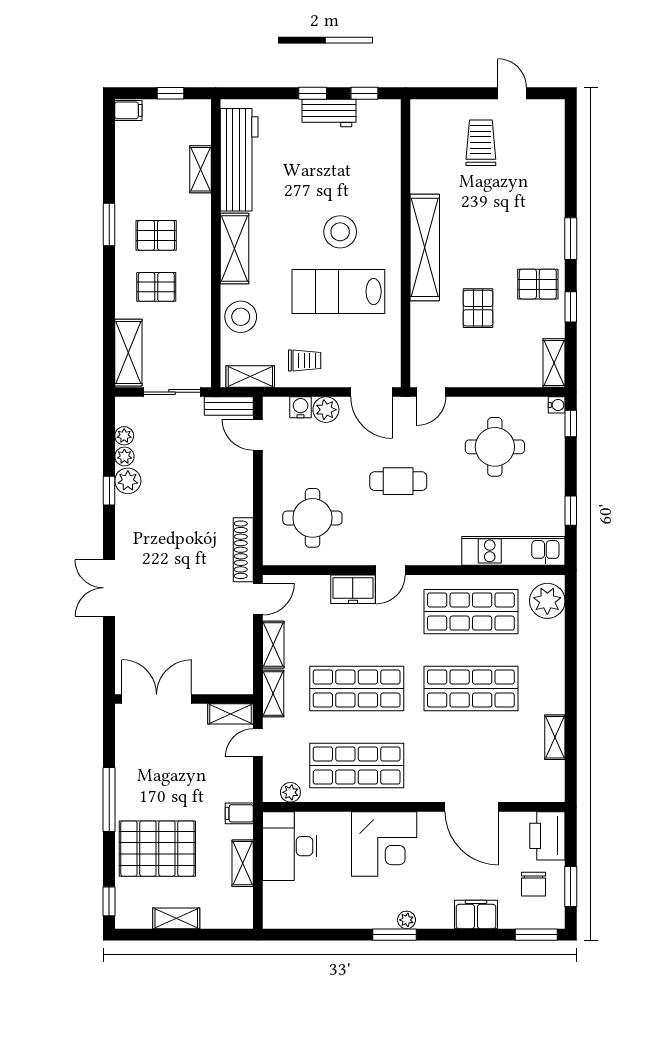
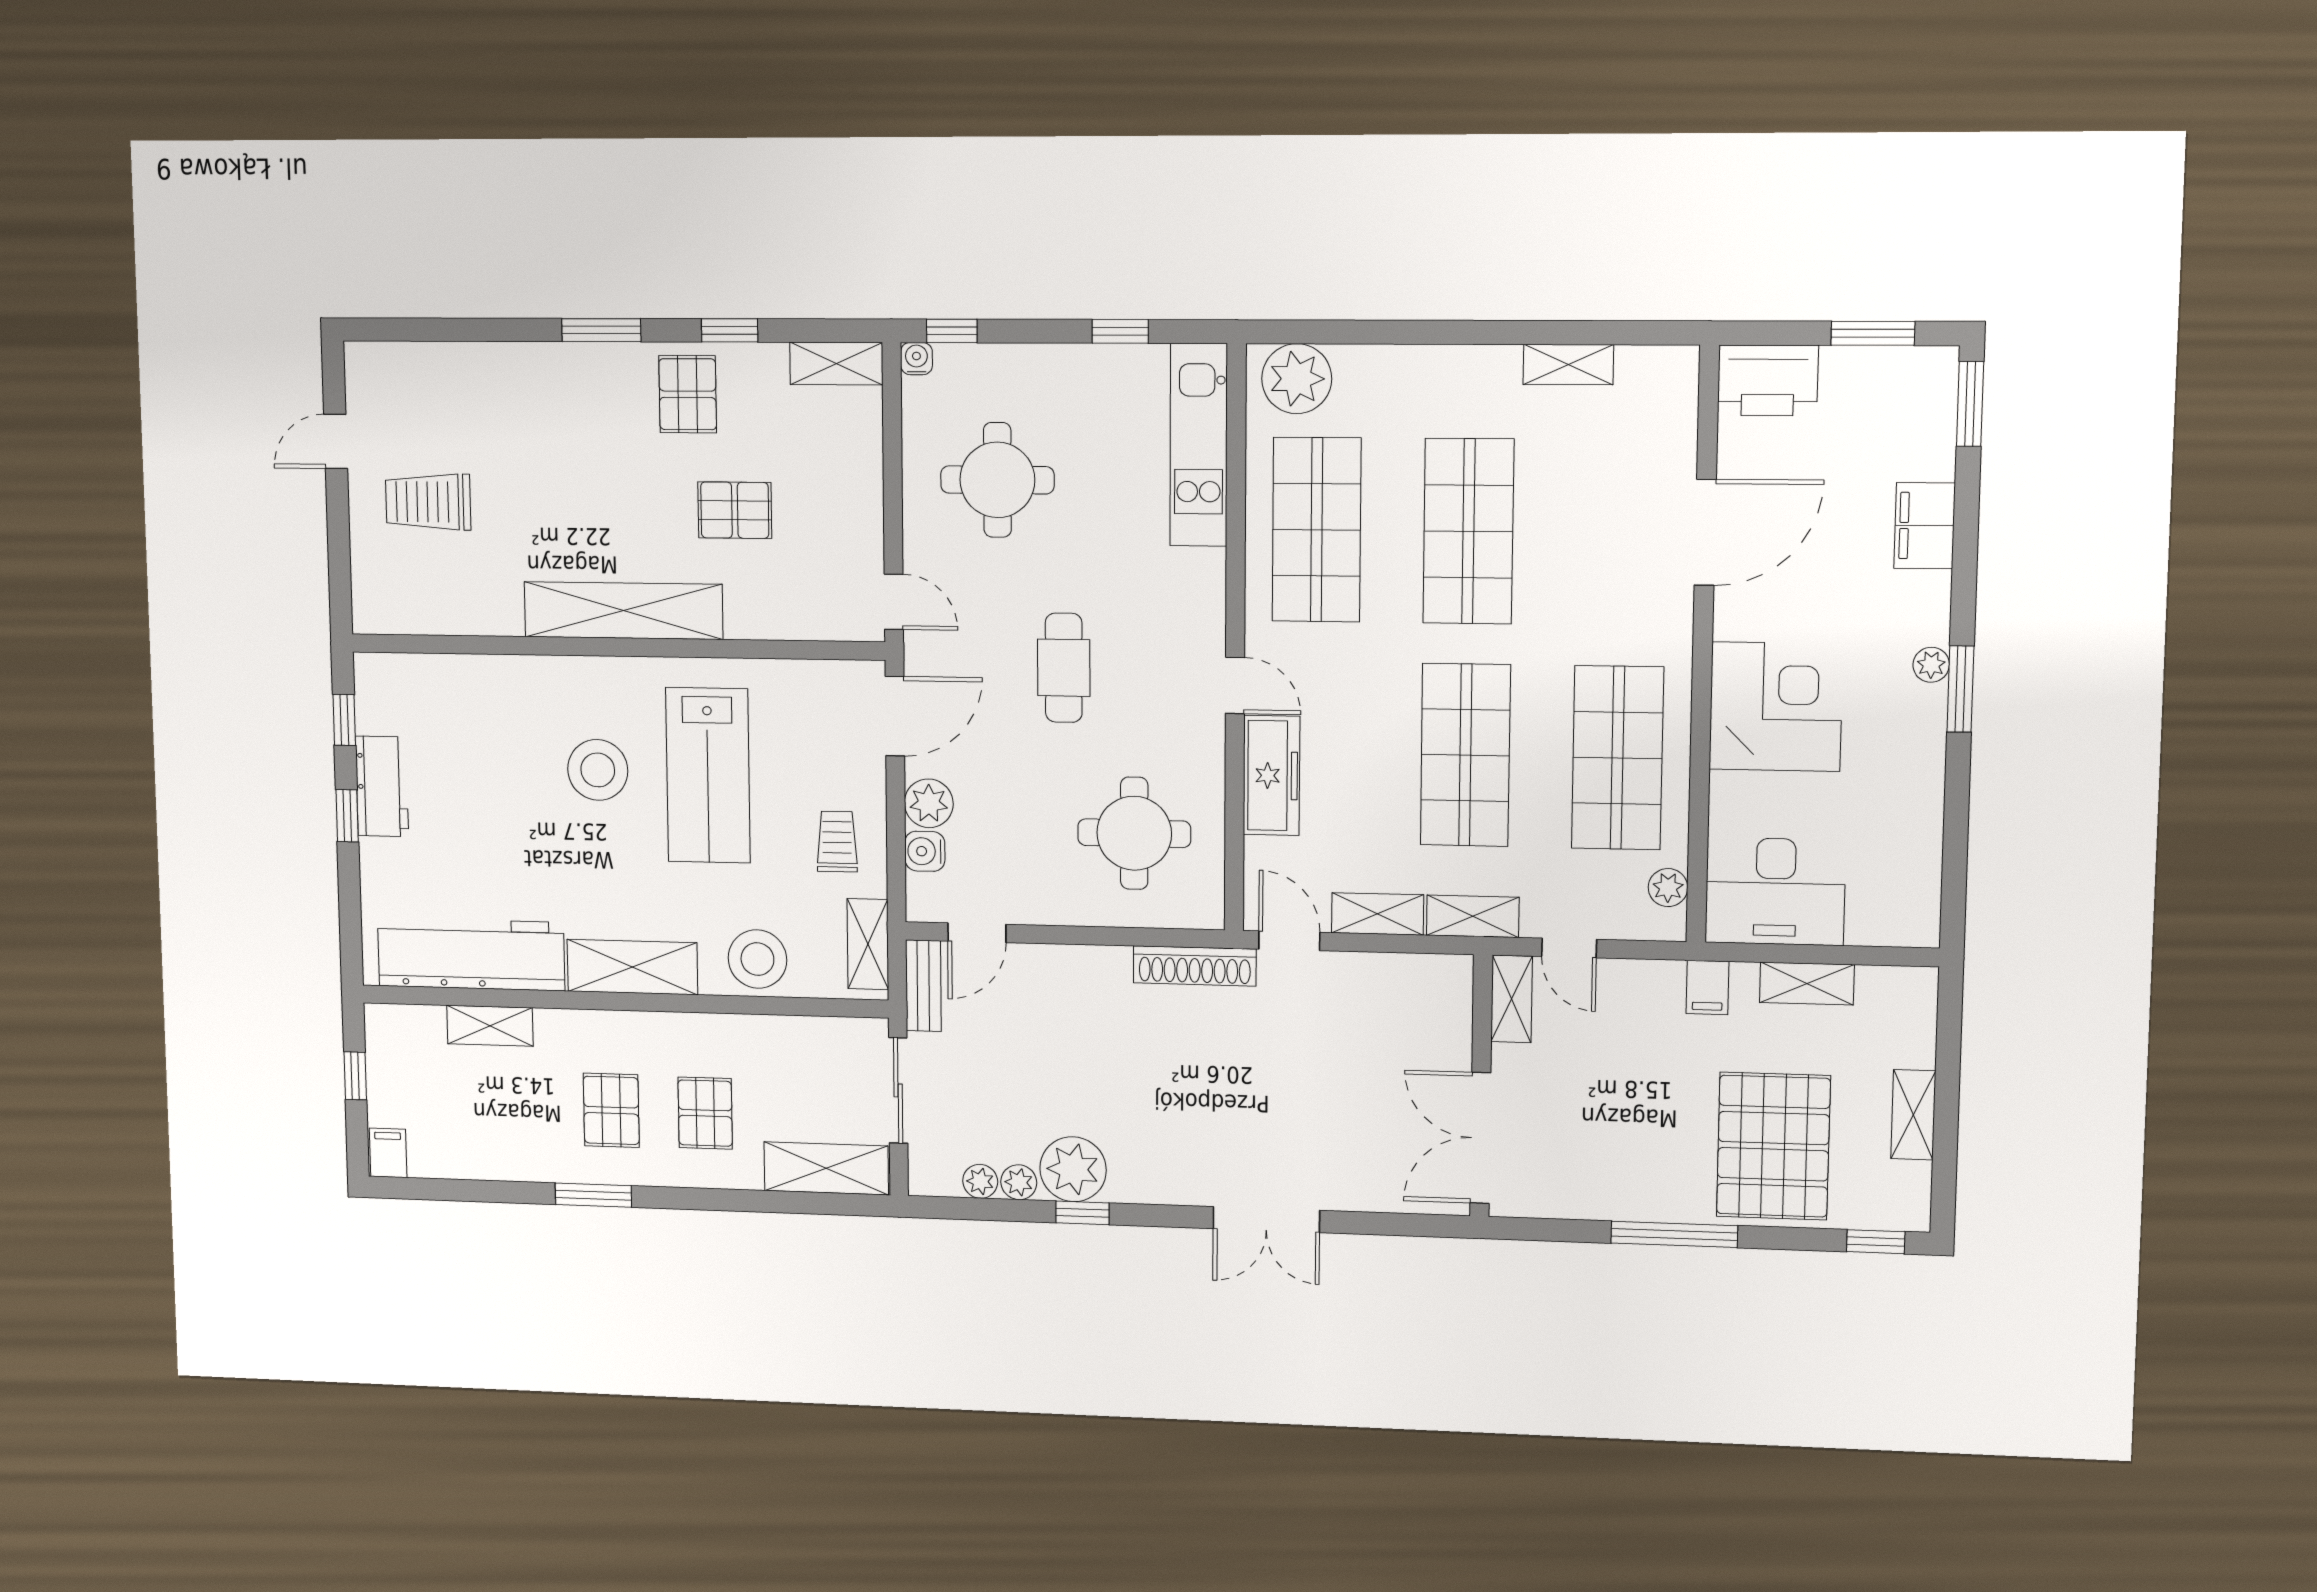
plant: (128, 481) -> (1073, 1169), width x1.36, depth x1.36
freezer: (353, 589) -> (1271, 776), width x1.40
chair: (534, 884) -> (1866, 409), removed

